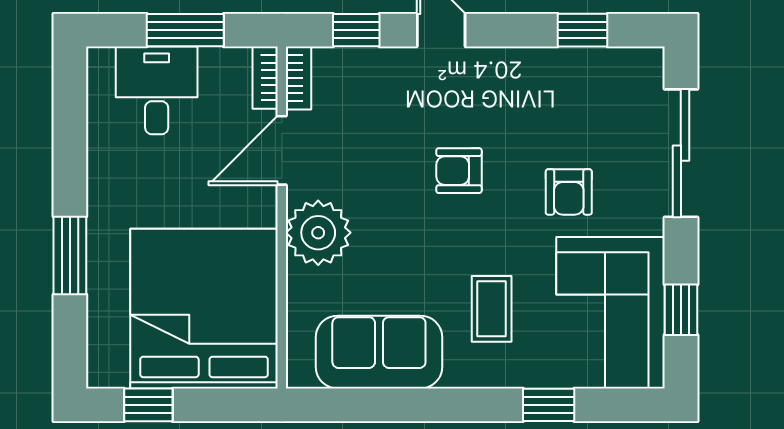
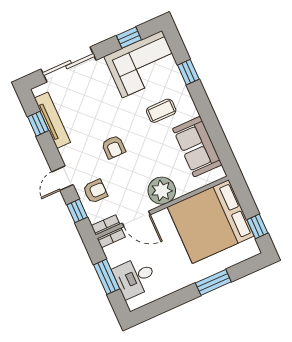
tv unit: (576, 64) -> (52, 120), added
armchair: (569, 192) -> (95, 191), moved

